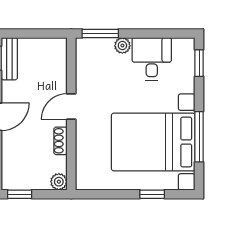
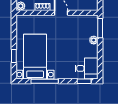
desk: (152, 59) -> (86, 68), moved
bed with nightstands: (153, 142) -> (35, 57), width x0.73

